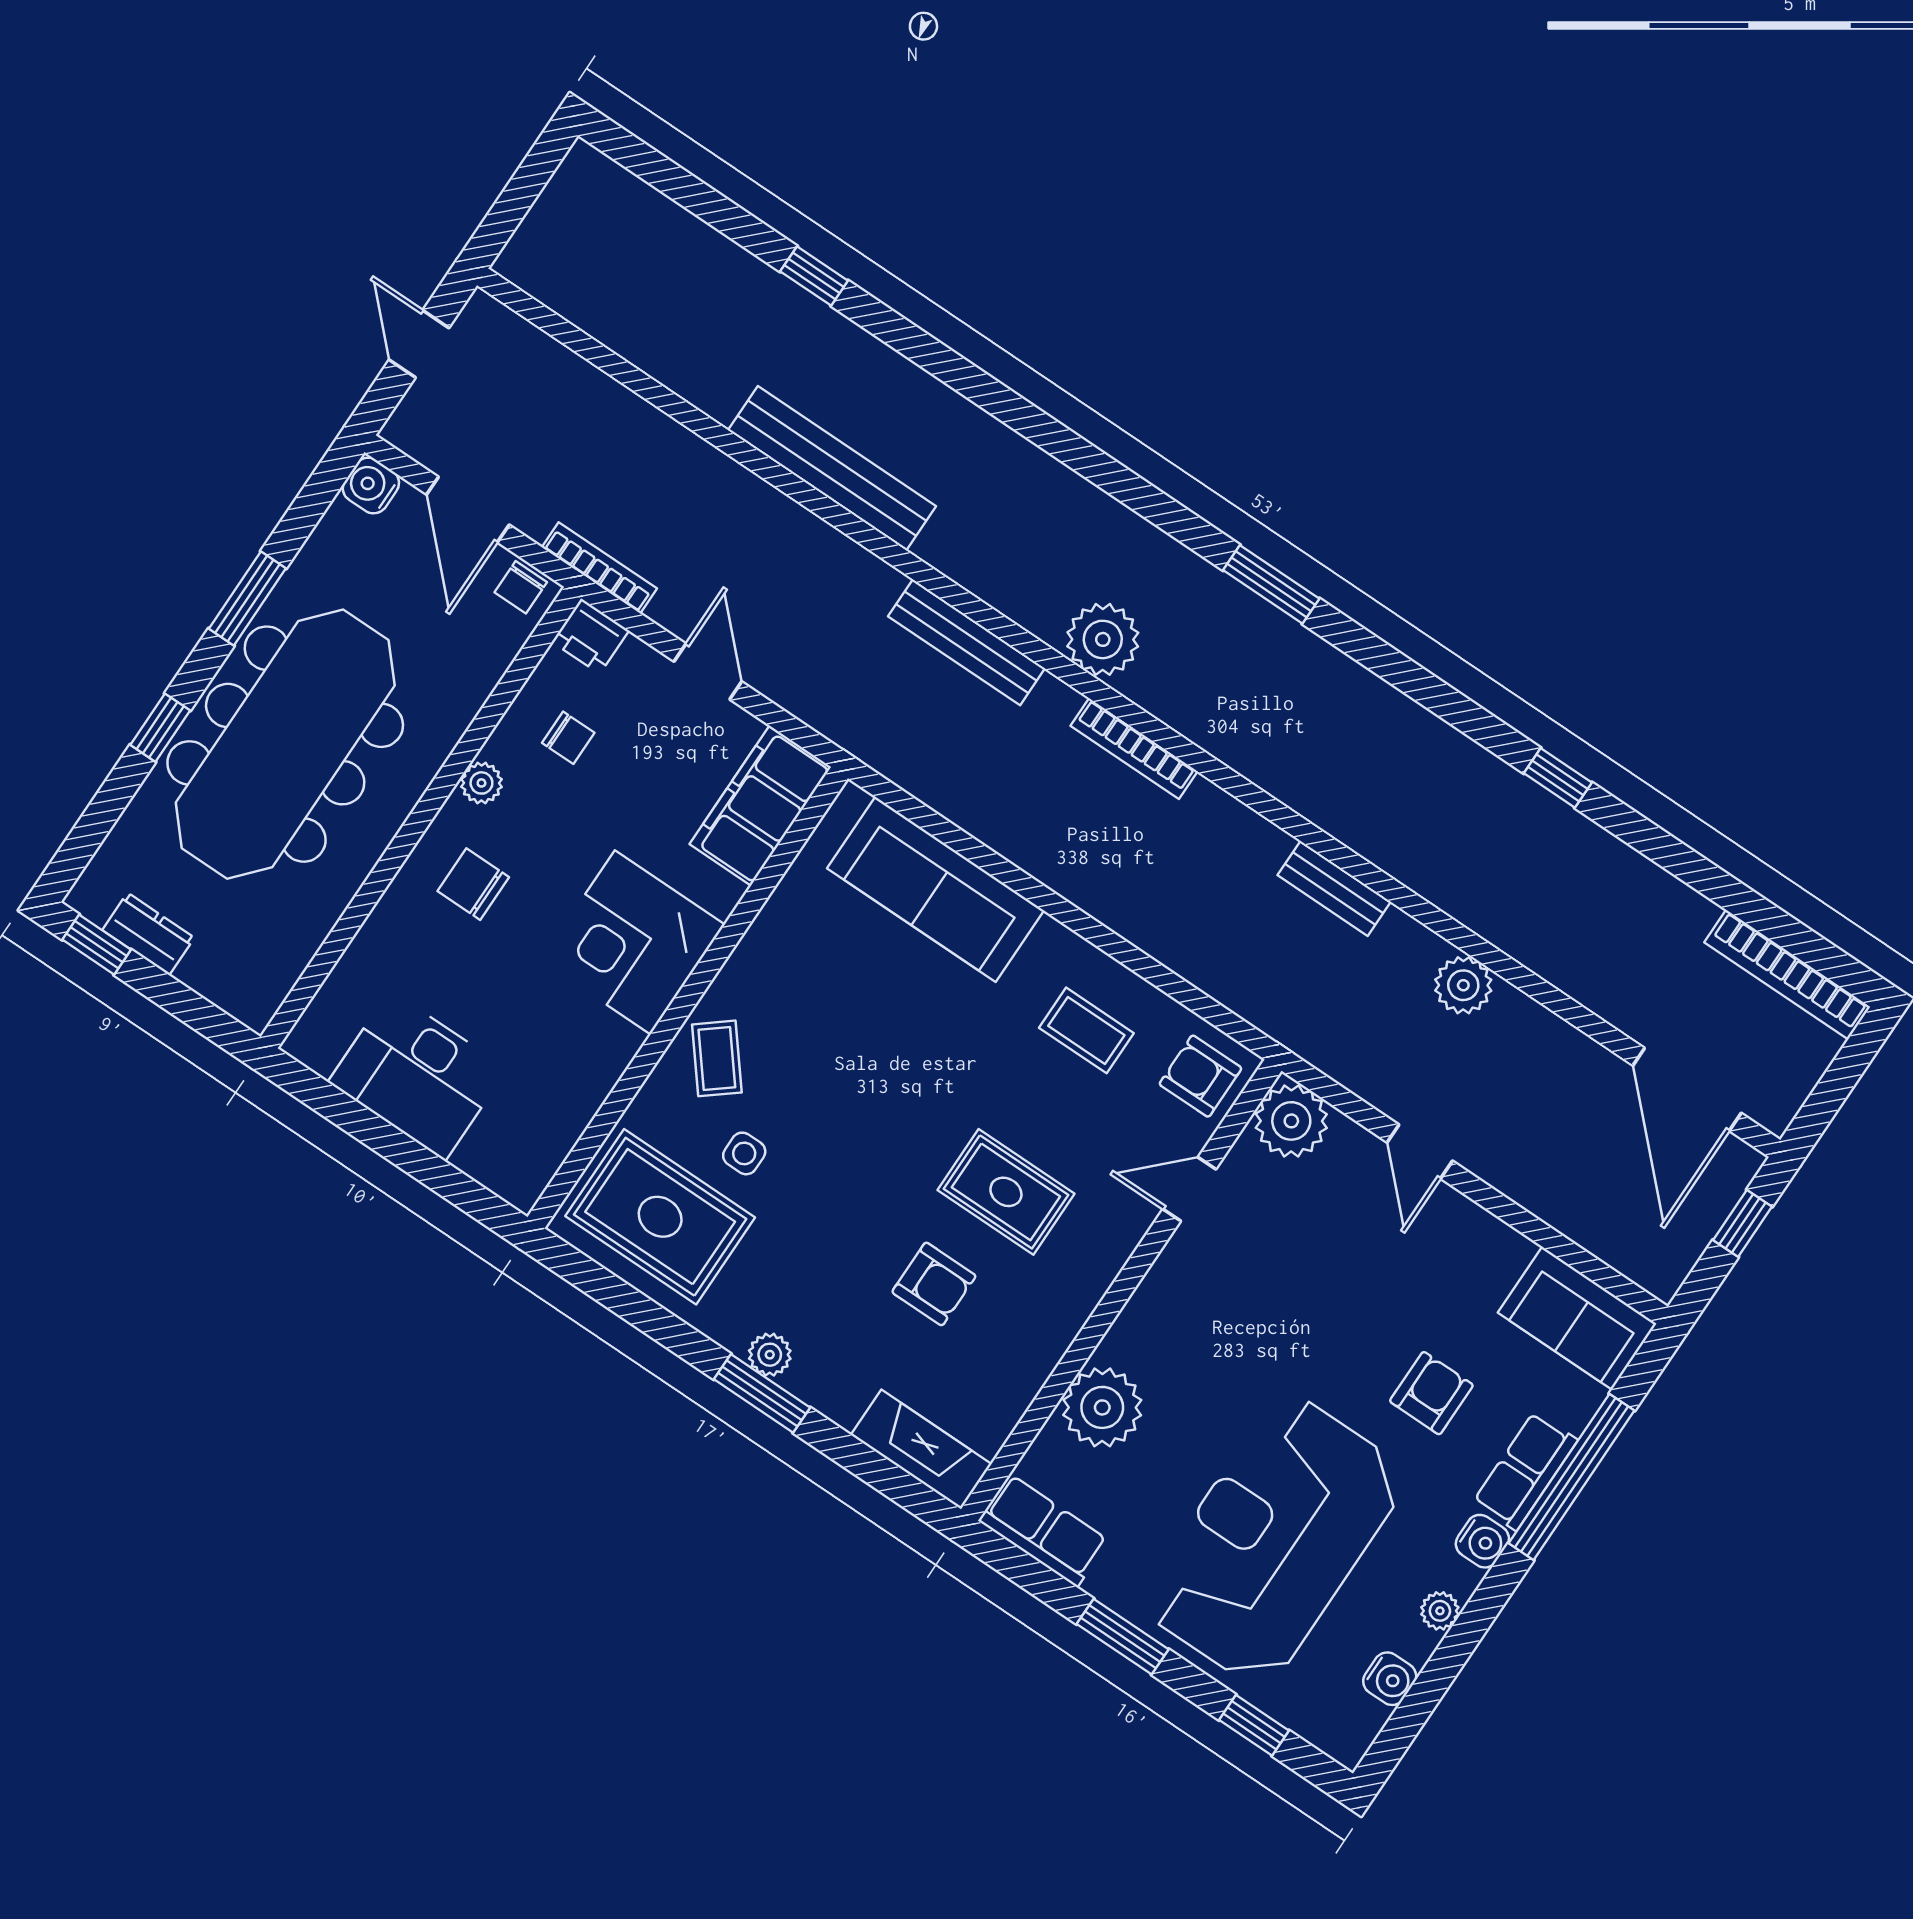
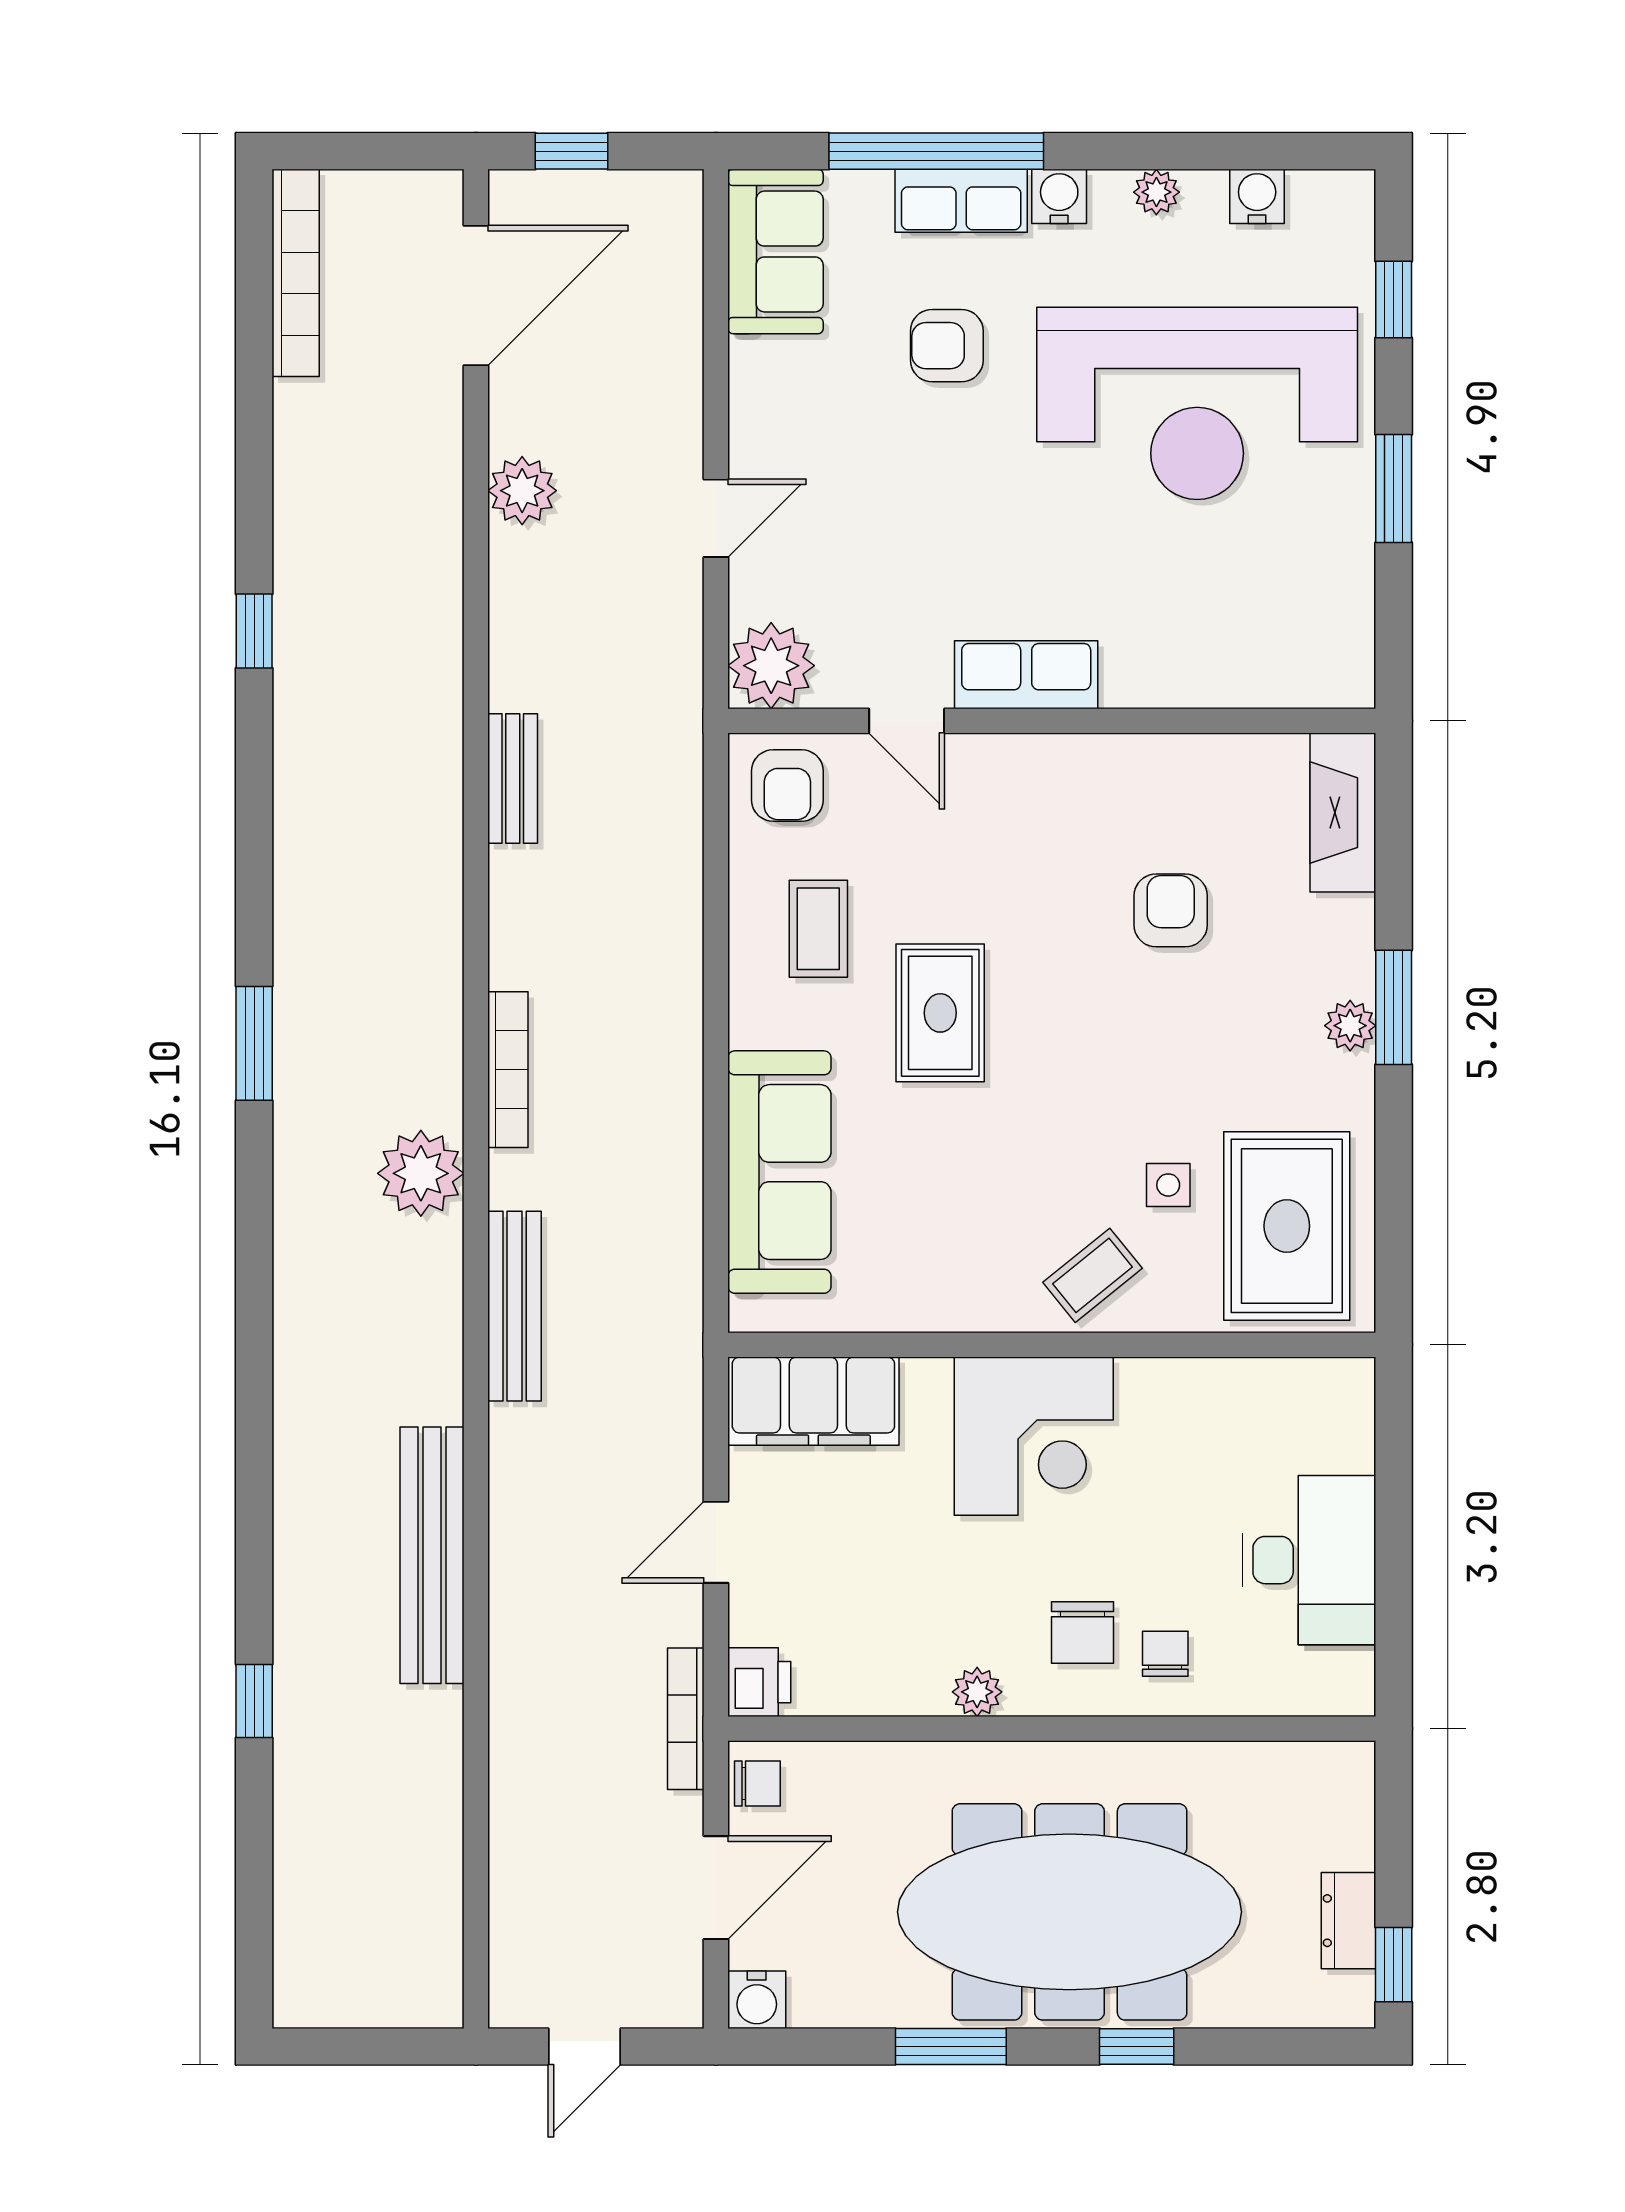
chair: (568, 738) -> (1165, 1654), moved
plant: (1463, 985) -> (522, 491), moved
rug: (1006, 1192) -> (940, 1013), moved
plant: (1102, 1407) -> (1181, 662), removed
row of seats: (1043, 1531) -> (1026, 675), moved, turned 90

